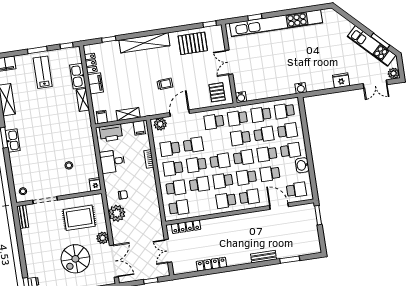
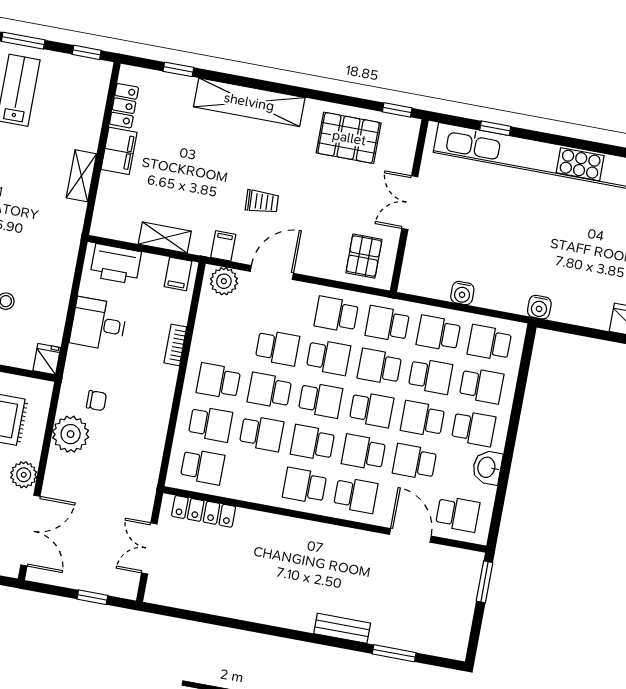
kitchen sink: (78, 76) -> (88, 123), removed
water cooler: (241, 97) -> (462, 293), moved
filing cabinet: (102, 117) -> (223, 246), moved
school desk: (170, 148) -> (328, 357), moved, turned 180
locker: (211, 264) -> (229, 607), removed

